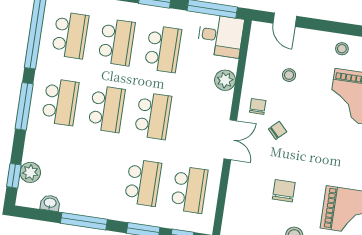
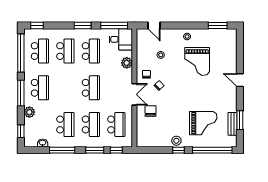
school desk: (107, 109) -> (65, 125), moved
plant: (30, 172) -> (29, 112), moved
chair: (284, 191) -> (151, 111), moved

